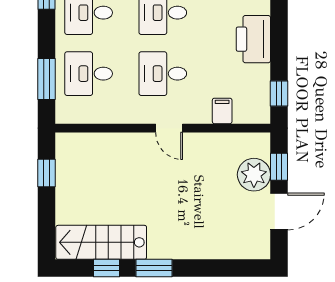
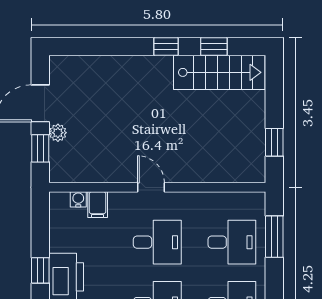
window: (279, 93) -> (40, 270), moved
water cooler: (241, 116) -> (78, 199), added
plant: (254, 175) -> (58, 133), width x0.53, depth x0.53
window: (154, 268) -> (166, 47), width x0.67

